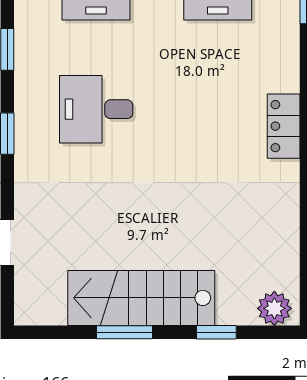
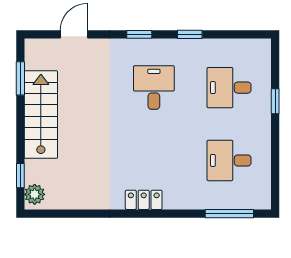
window: (124, 332) -> (20, 78), moved
window: (216, 332) -> (20, 176), moved

